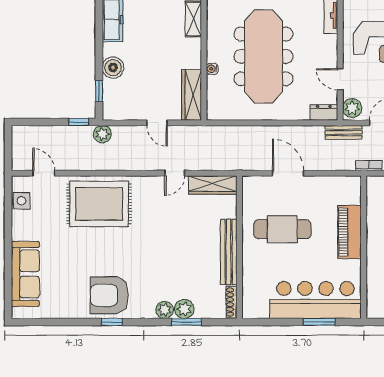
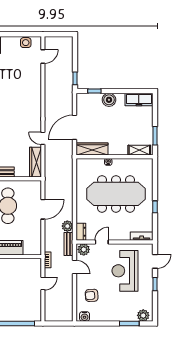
door: (157, 123) -> (74, 127), width x1.88
plant: (102, 134) -> (67, 226), moved
rug: (99, 204) -> (24, 91), removed

